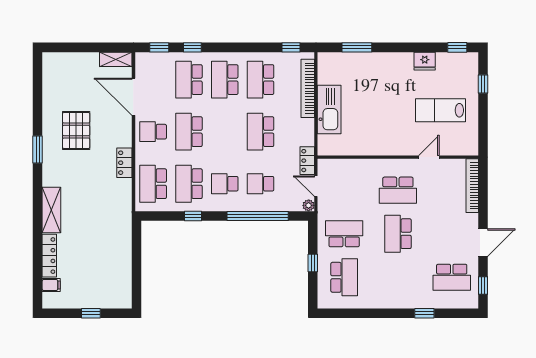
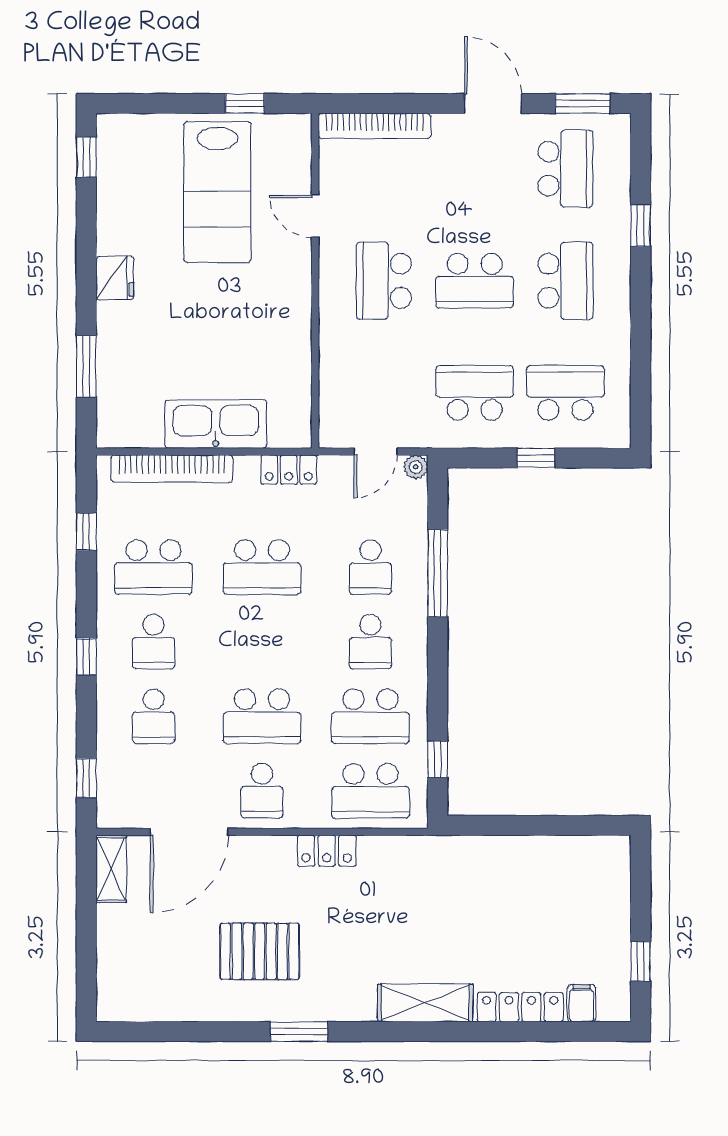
window: (192, 47) -> (86, 657), moved
window: (291, 47) -> (86, 532), moved
fridge: (425, 61) -> (115, 278), moved
school desk: (189, 80) -> (153, 716), width x0.54
school desk: (225, 80) -> (153, 642), width x0.54
window: (483, 84) -> (245, 104), moved
lab bench: (441, 110) -> (217, 192), width x1.36, depth x1.39
locker: (307, 161) -> (289, 470), moved
school desk: (398, 190) -> (384, 281), turned 180
window: (193, 216) -> (438, 759), moved
window: (258, 216) -> (438, 573), width x0.68
school desk: (344, 234) -> (475, 393), turned 90
school desk: (398, 277) -> (565, 281), added
window: (483, 286) -> (583, 104), width x1.50
window: (91, 313) -> (641, 962), moved

